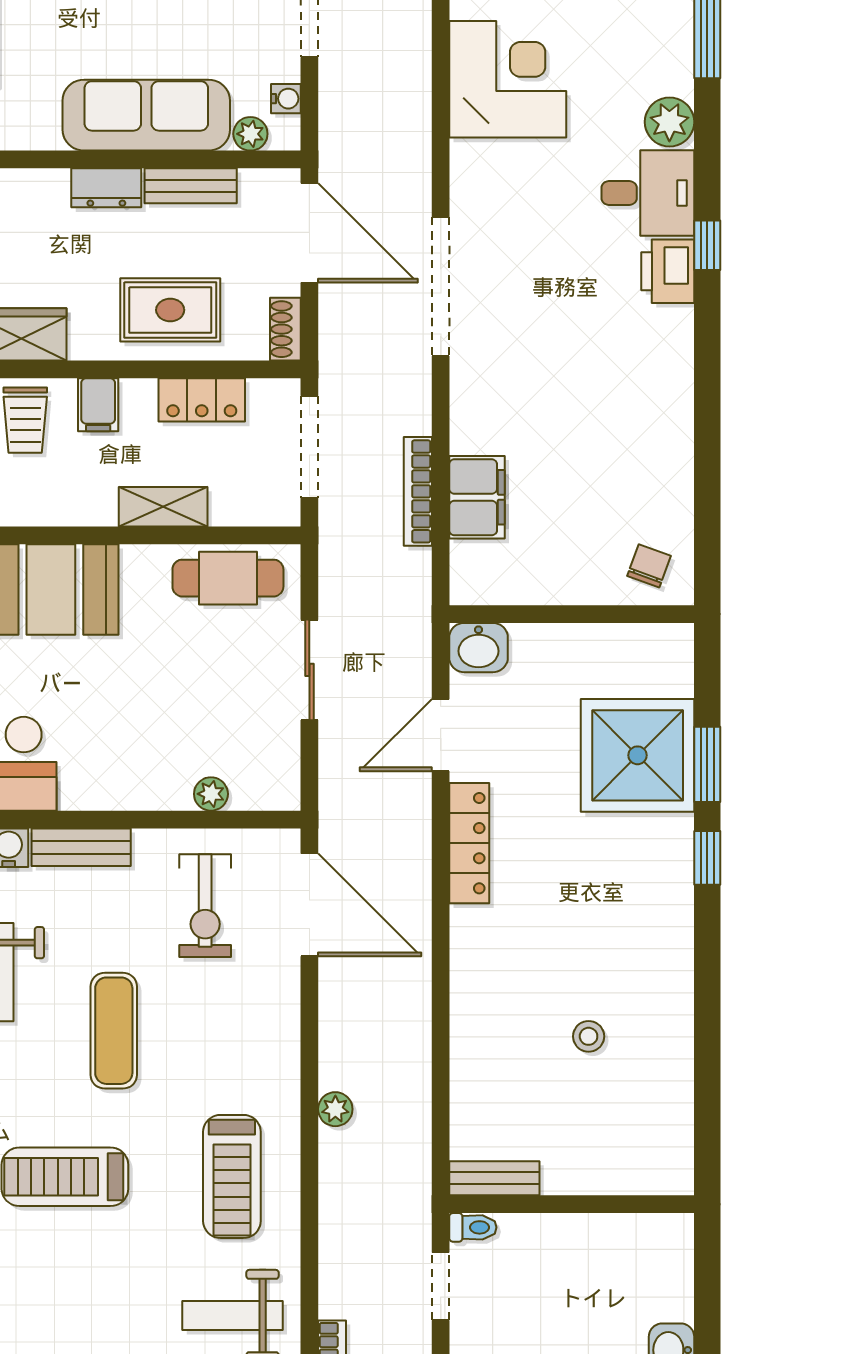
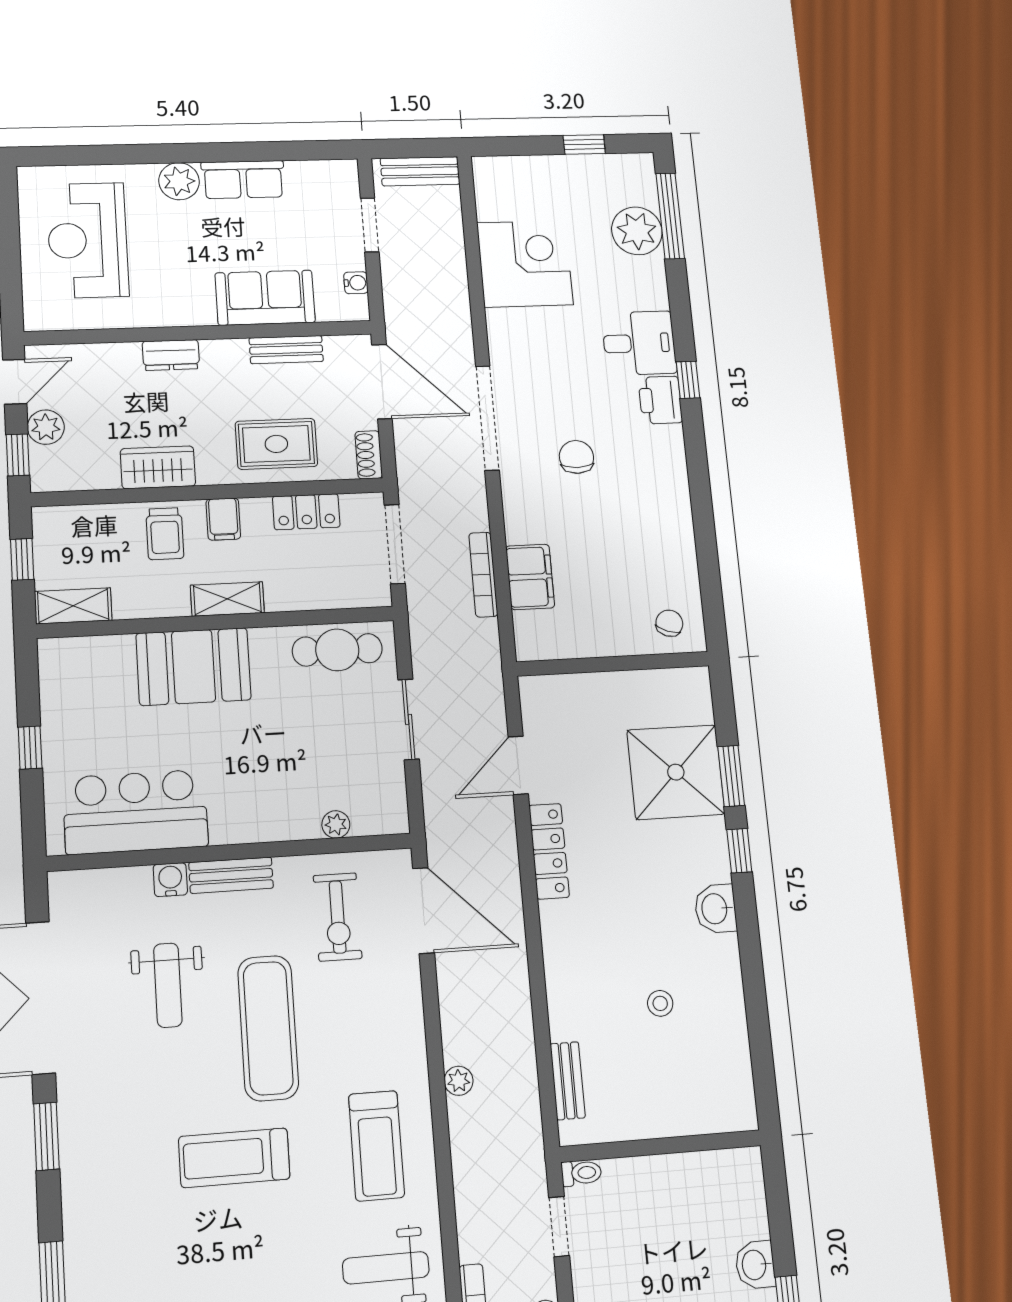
sofa: (146, 115) -> (265, 298), width x0.73
plant: (669, 122) -> (637, 231), moved, width x1.36, depth x1.36
plant: (250, 134) -> (330, 310), removed
dresser: (106, 188) -> (171, 355), moved
chair: (551, 343) -> (576, 457), added
shelving: (163, 507) -> (227, 599), moved
washbasin: (479, 648) -> (715, 909), moved, turned 90
exercise mat: (114, 1031) -> (268, 1028), width x1.36, depth x1.45
bench: (494, 1178) -> (568, 1081), moved, turned 90

